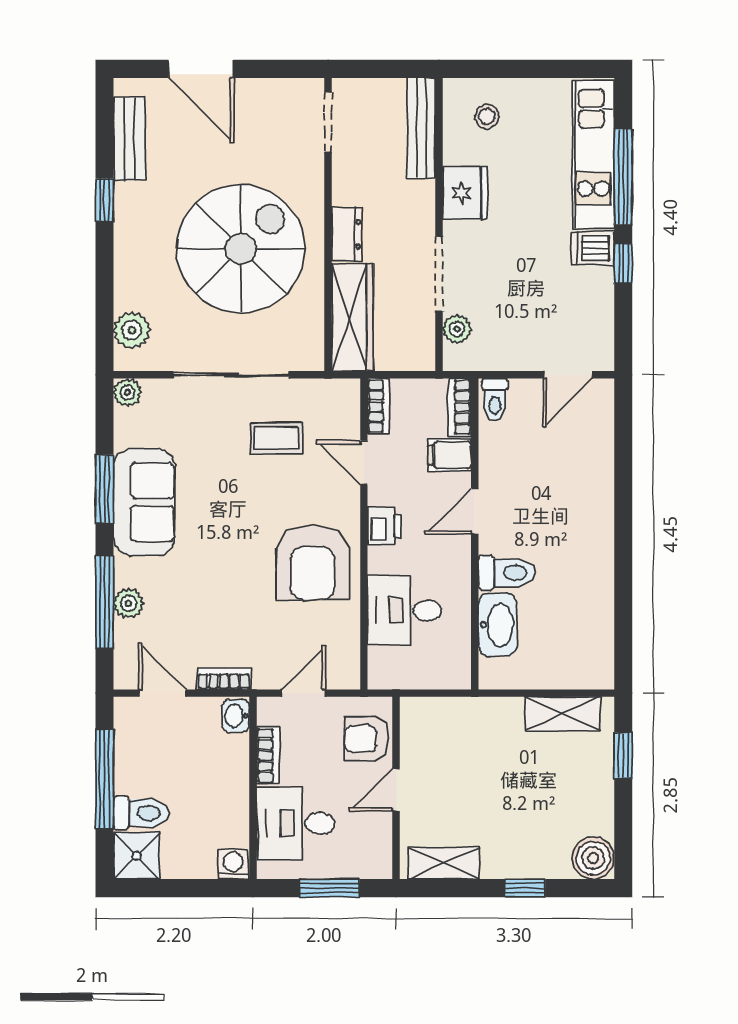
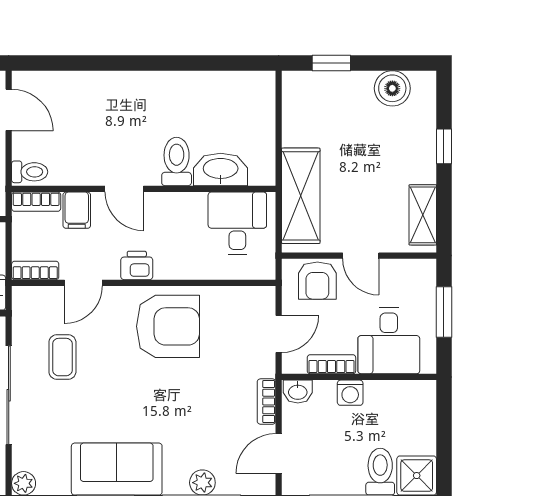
desk: (404, 610) -> (237, 223), moved, turned 180
door: (304, 693) -> (279, 334), swing flipped
shelving: (563, 714) -> (301, 196), moved, width x1.50, depth x1.33
boiler: (593, 858) -> (392, 88), moved
washing machine: (233, 864) -> (350, 393), moved, turned -90

